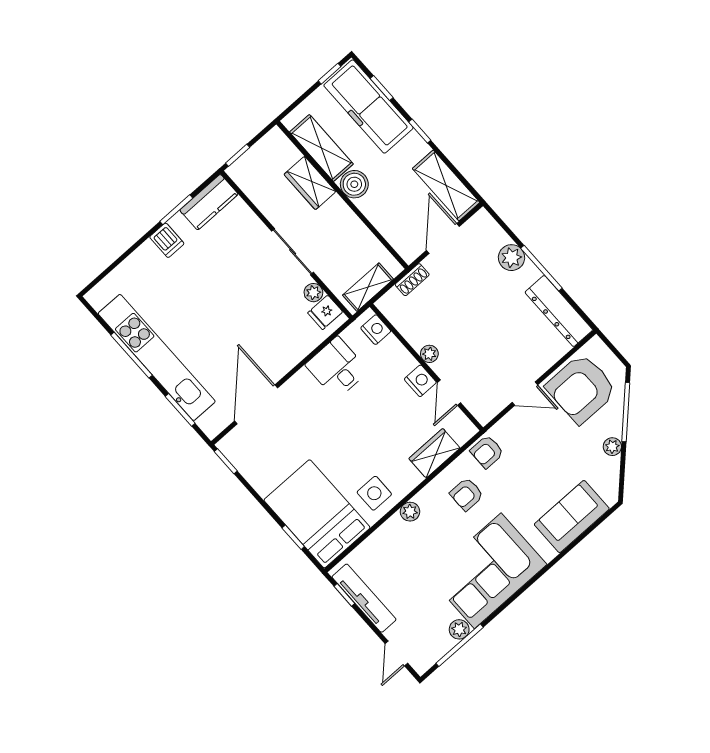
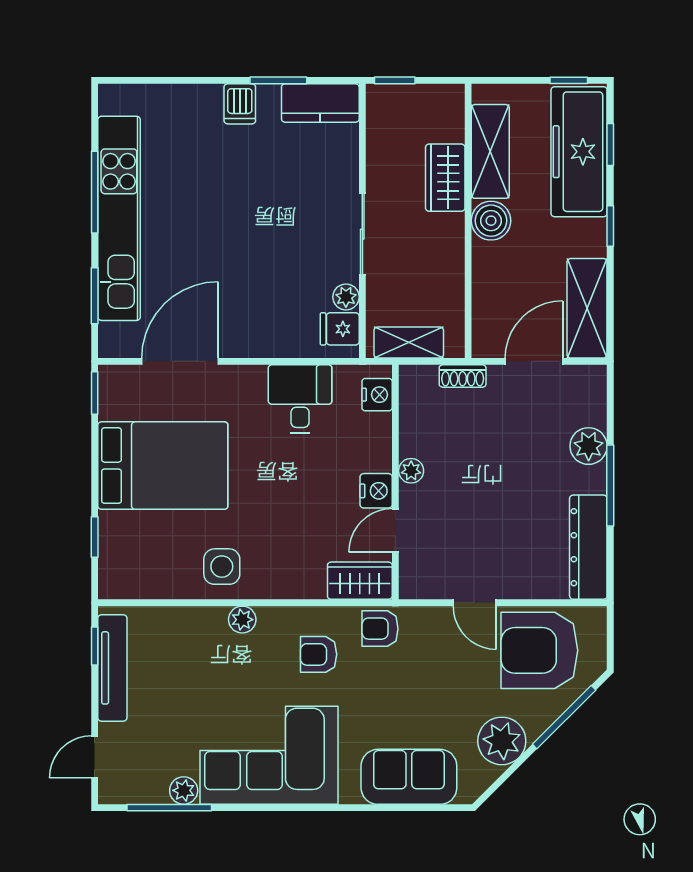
plant: (612, 447) -> (502, 741), width x1.88, depth x1.88
wardrobe: (434, 453) -> (360, 581), moved
bed: (317, 514) -> (163, 466), moved, turned 90

